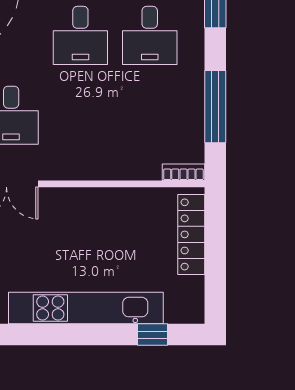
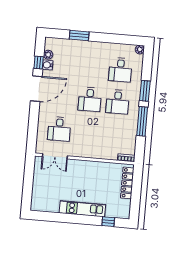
window: (215, 107) -> (142, 121), moved
kitchen unit: (86, 308) -> (82, 209), width x0.73

